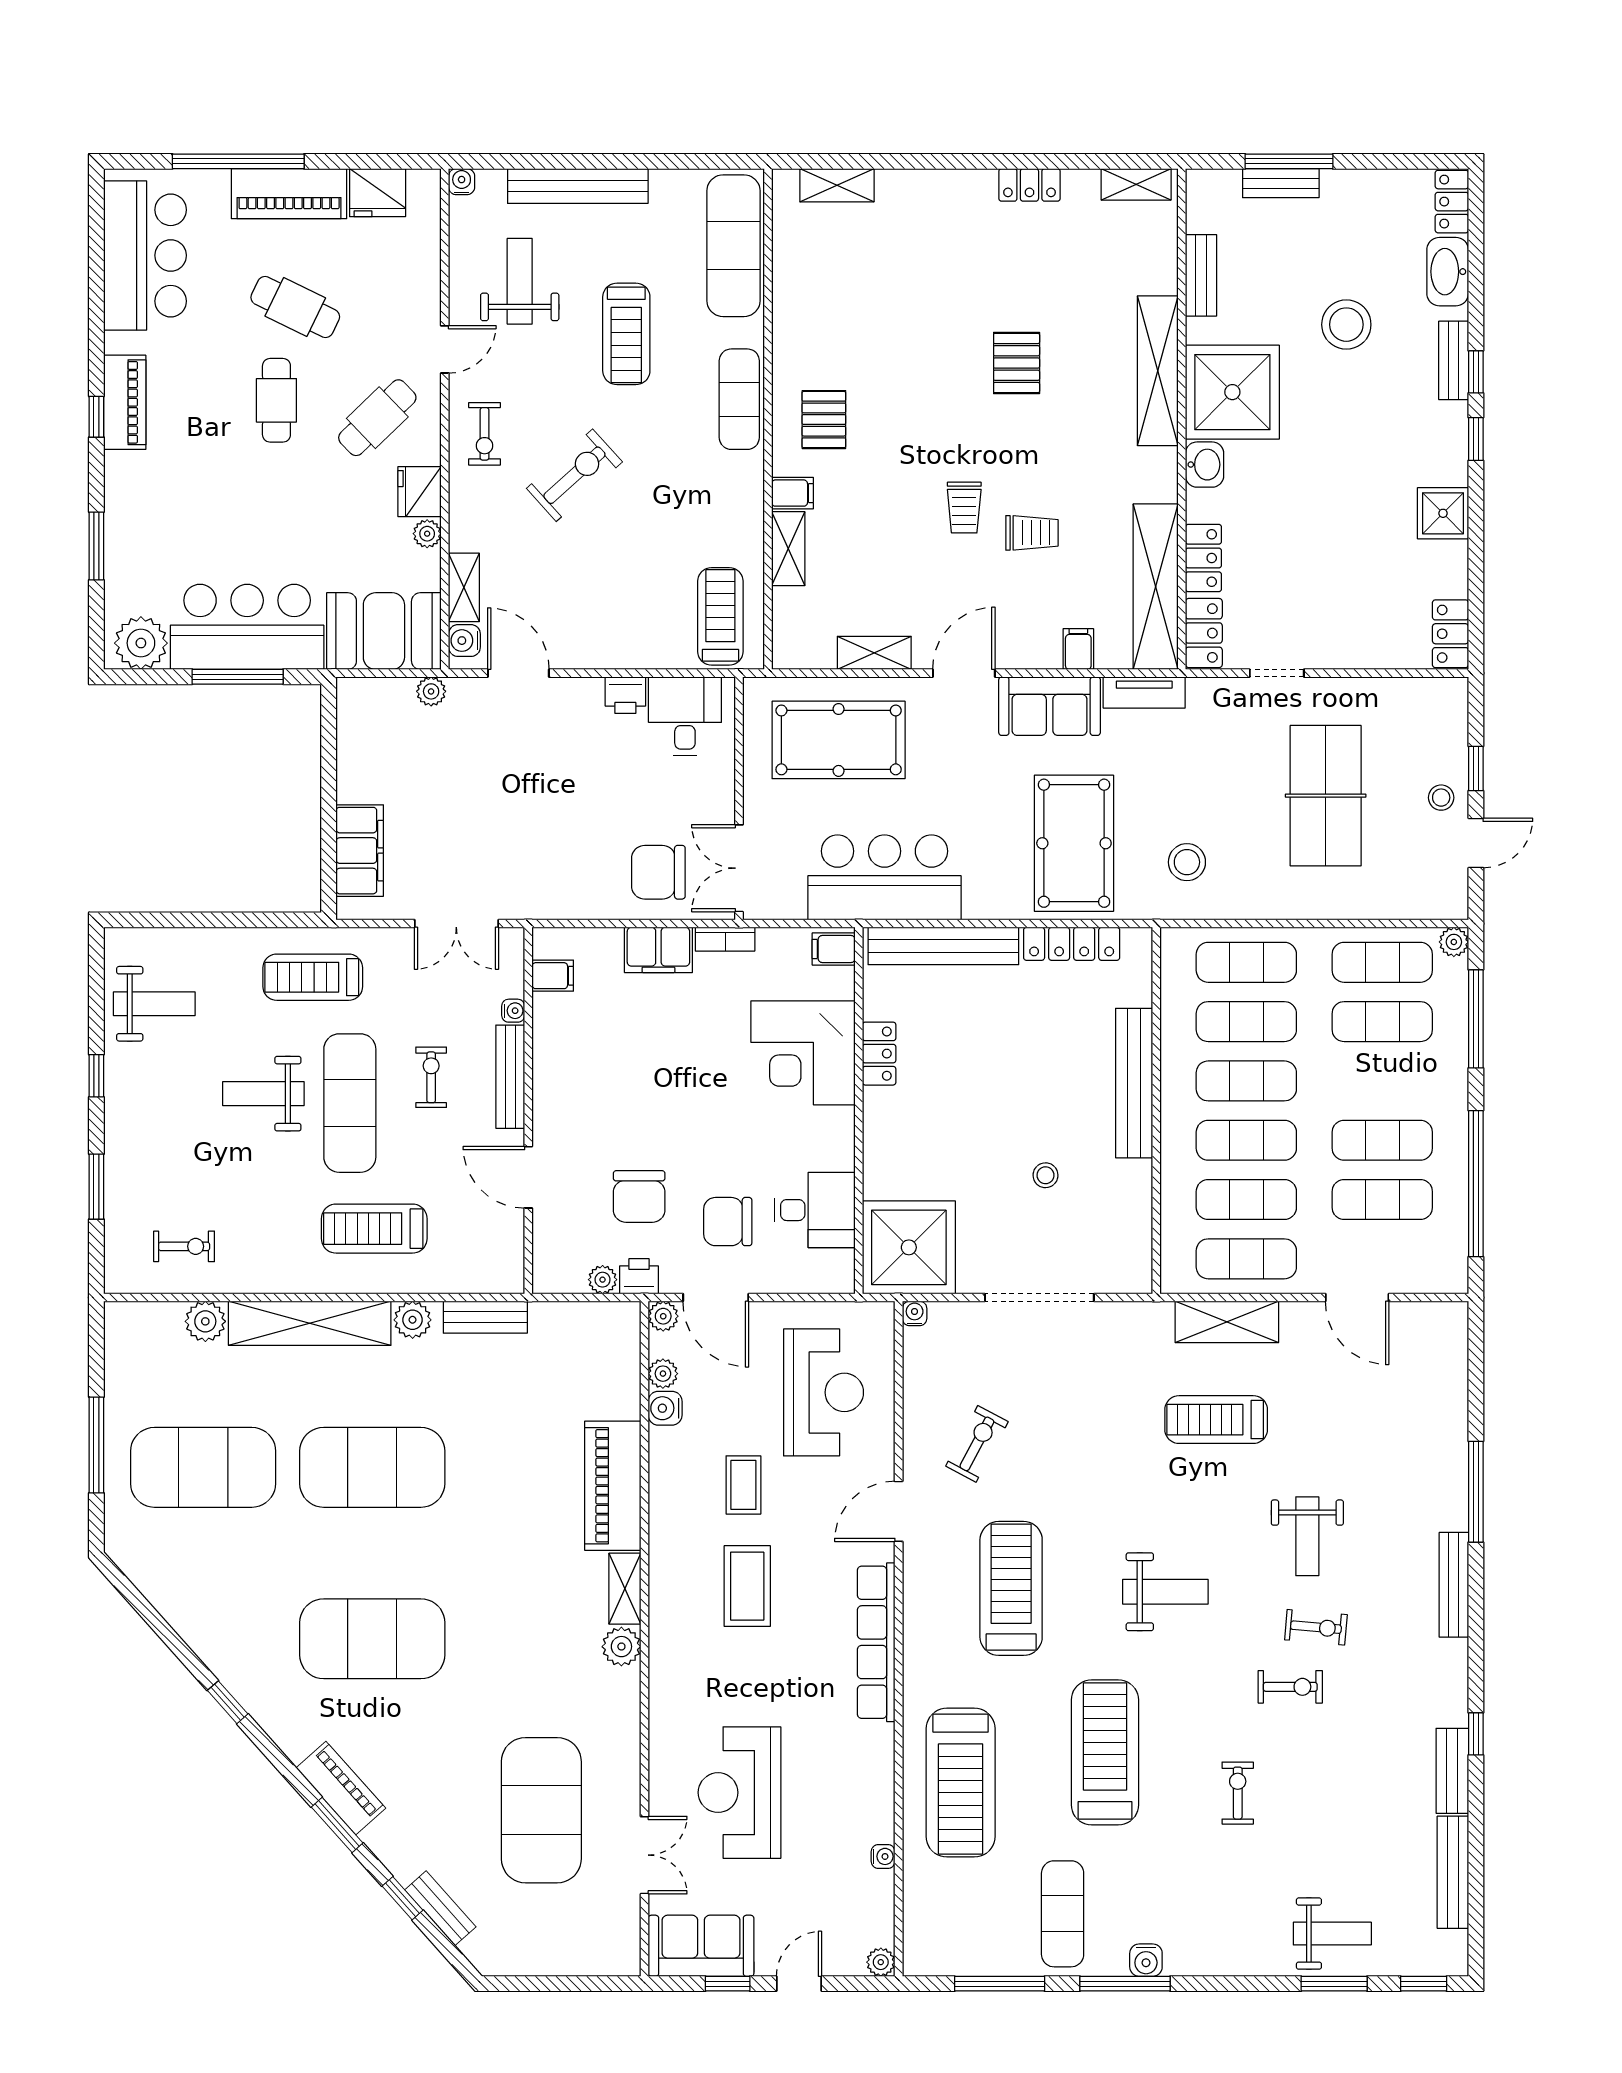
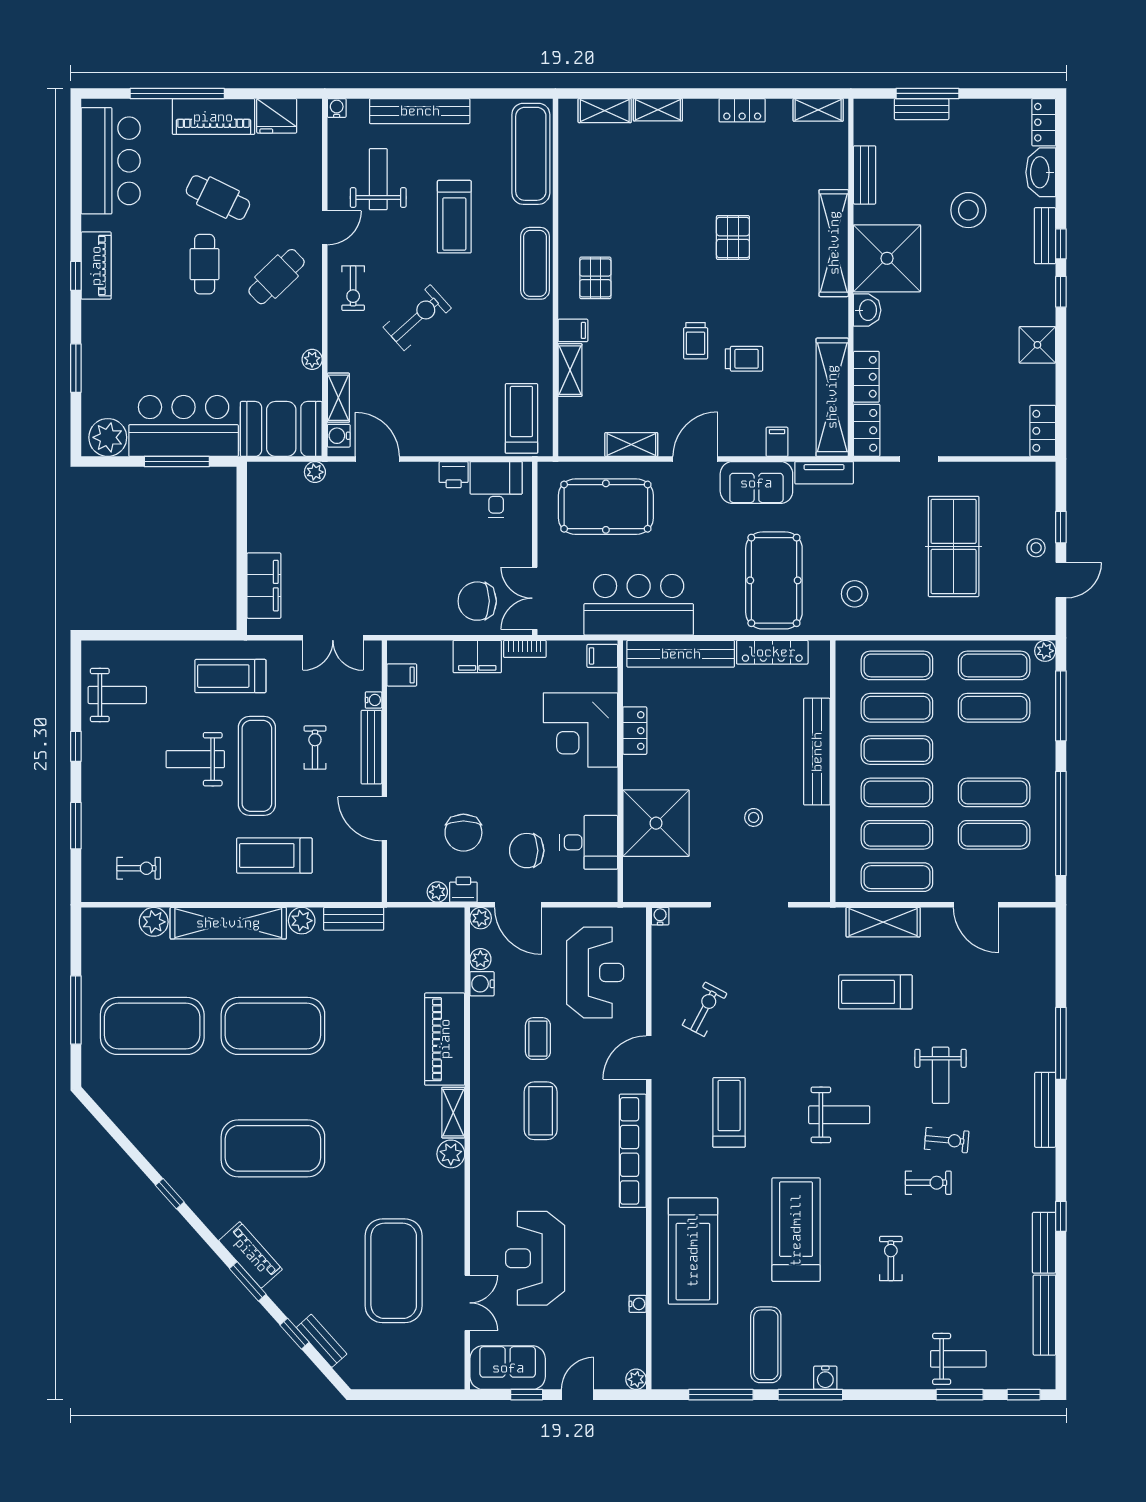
shelving: (911, 184) -> (658, 110), added
fridge: (420, 492) -> (307, 329), removed
shower: (909, 1247) -> (656, 823), moved
treadmill: (1011, 1588) -> (729, 1112), width x0.73, depth x0.73

